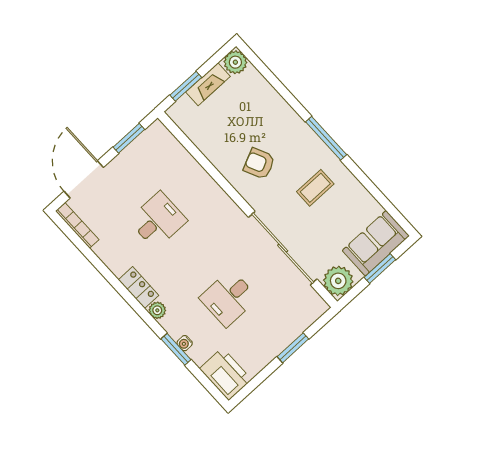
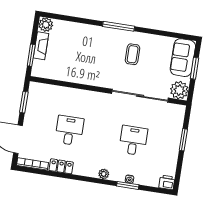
armchair: (259, 164) -> (96, 64), removed
locker: (138, 288) -> (61, 166), moved
desk: (229, 298) -> (133, 141), turned 180
printer: (226, 374) -> (167, 182), width x0.53, depth x0.68

